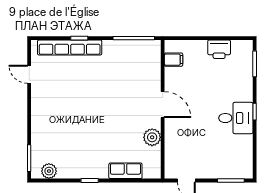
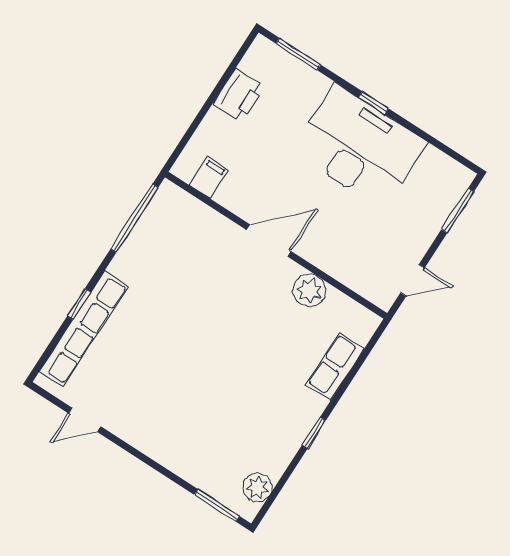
desk: (236, 118) -> (359, 147), width x1.87, depth x1.30

